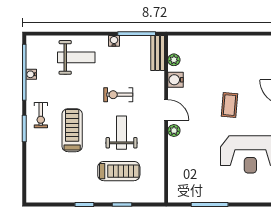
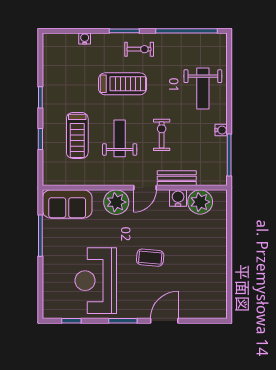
bench: (158, 53) -> (177, 178), moved
plant: (174, 60) -> (200, 202), width x1.87, depth x1.87
water cooler: (31, 74) -> (85, 39), moved
exercise bike: (41, 115) -> (139, 49), turned 180
plant: (174, 131) -> (116, 202), width x1.88, depth x1.88
weight bench: (122, 133) -> (120, 138), turned -90
sofa: (181, 180) -> (67, 204), added

